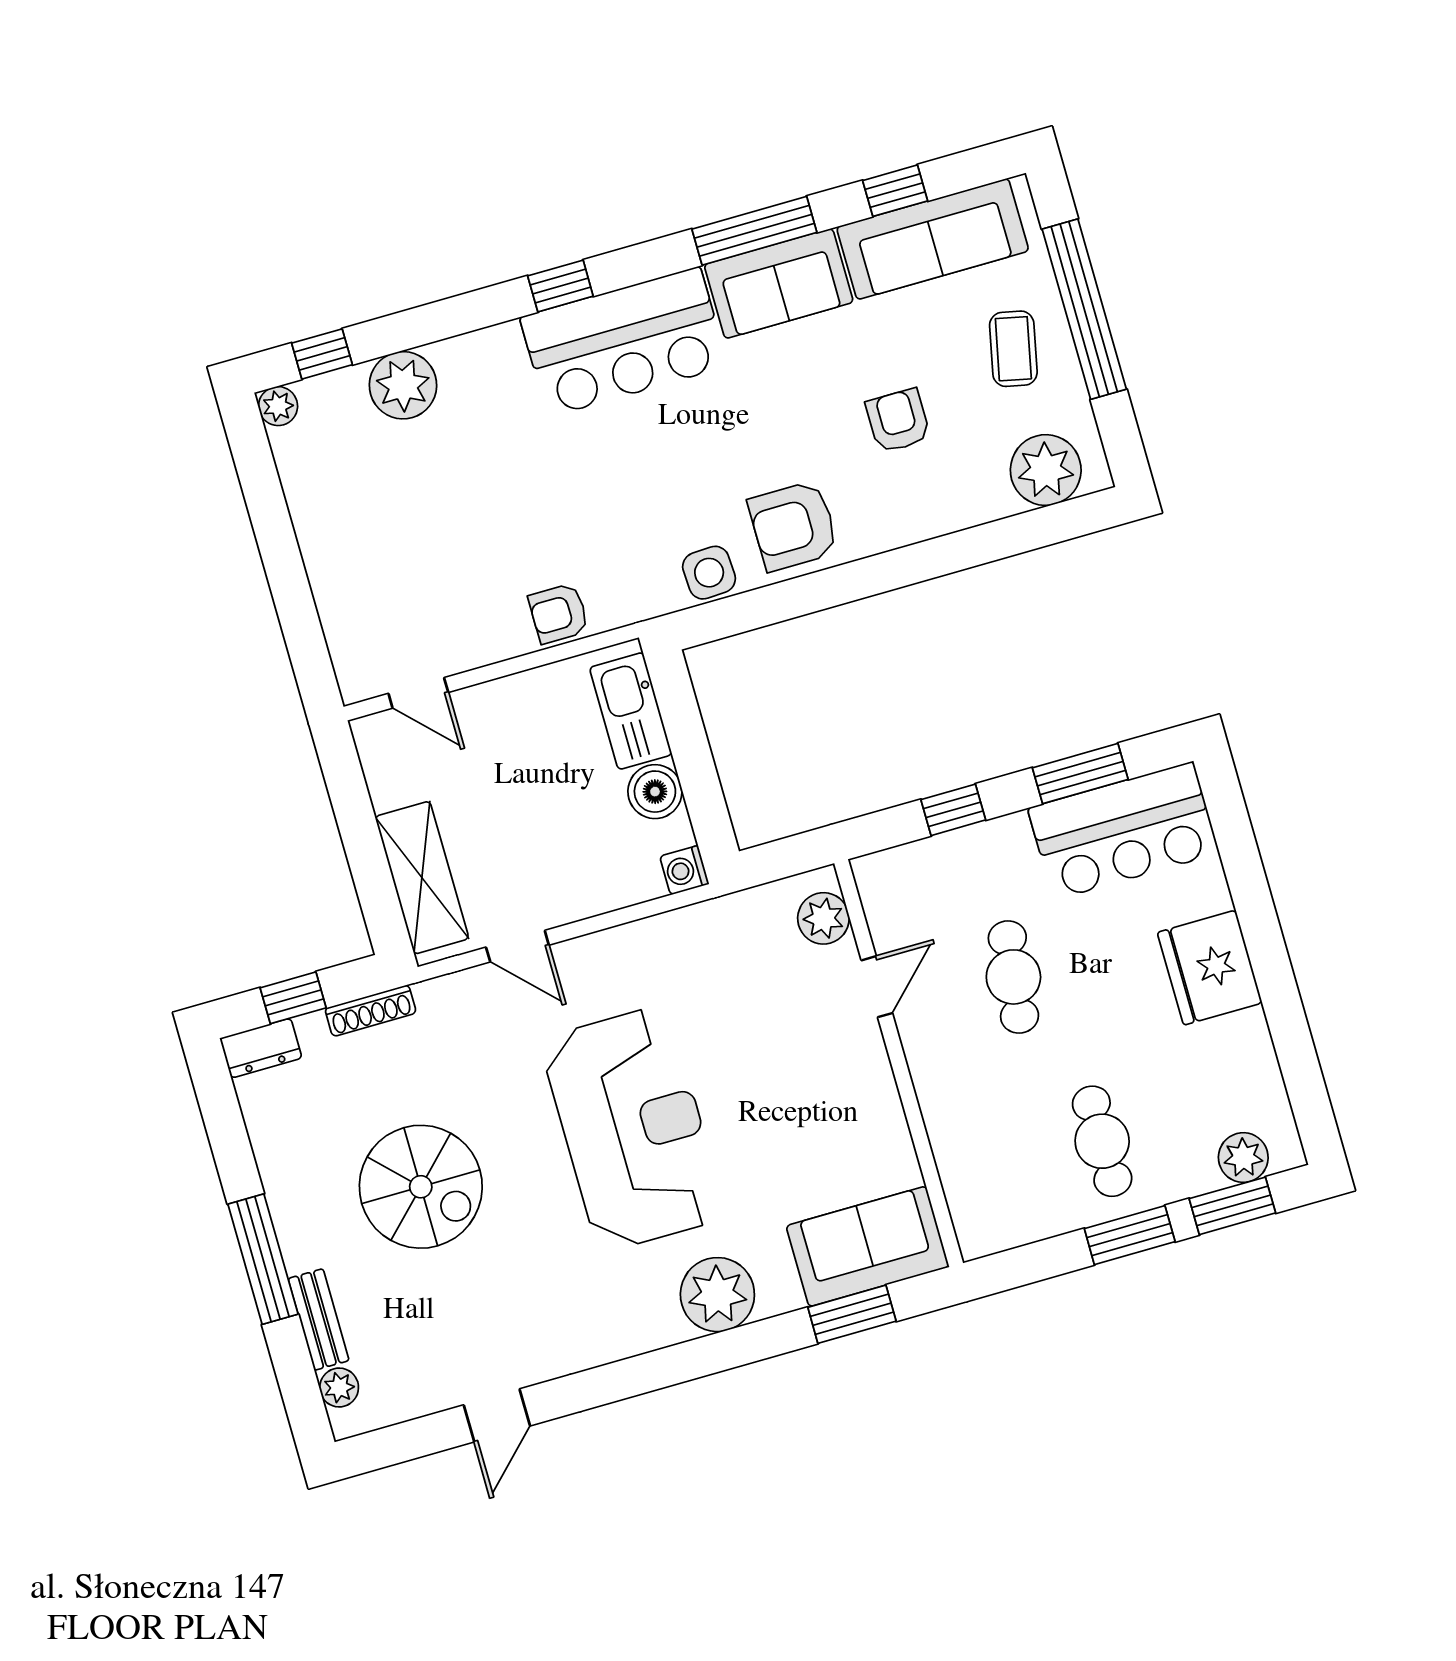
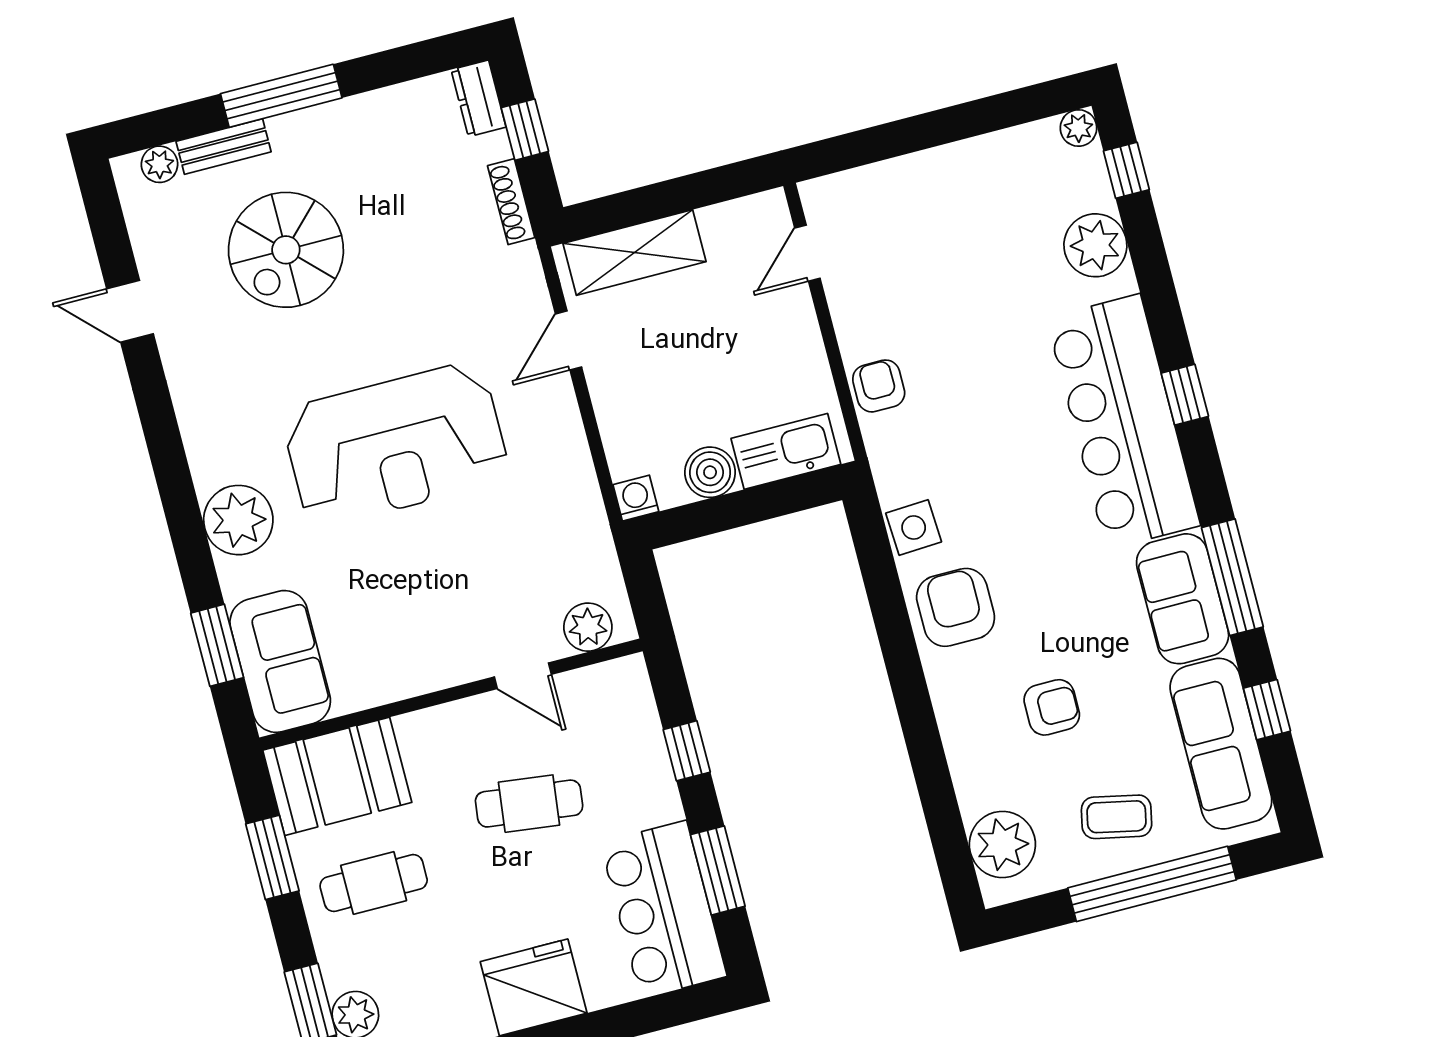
bar counter: (624, 342) -> (1123, 422), width x1.36
booth: (989, 1183) -> (337, 776), added
spiral stairs: (421, 1187) -> (286, 250), moved
window: (1130, 1235) -> (272, 857), moved

